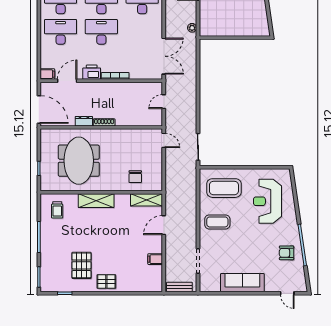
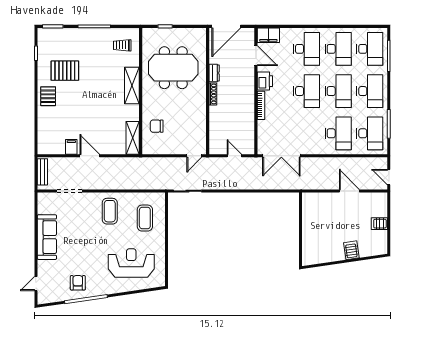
plant: (192, 28) -> (311, 185), removed
filing cabinet: (47, 74) -> (268, 35), width x2.00
coffee table: (224, 188) -> (145, 218), width x0.73, depth x0.76
door: (164, 225) -> (90, 156), moved

